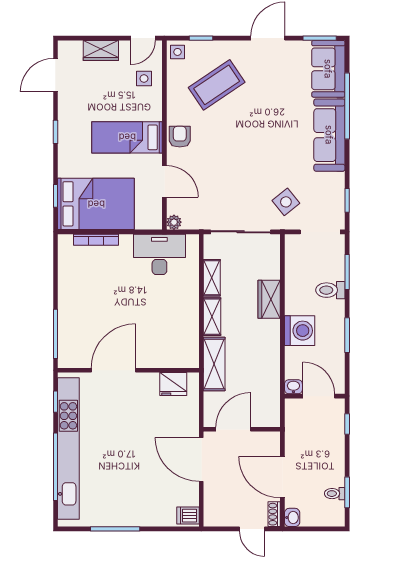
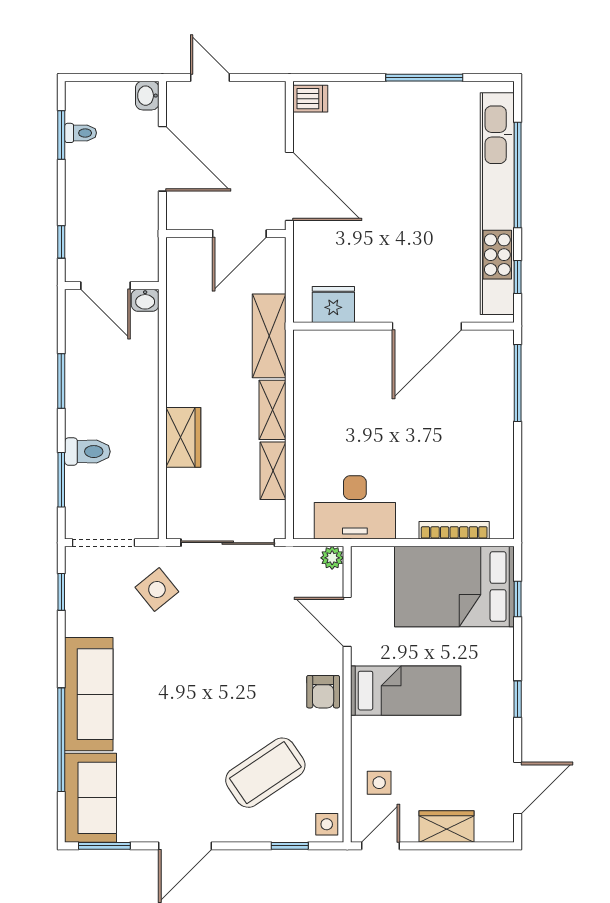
washing machine: (300, 331) -> (135, 388), removed
shoe rack: (274, 514) -> (175, 101), removed

